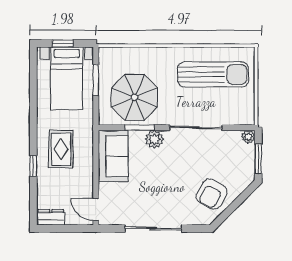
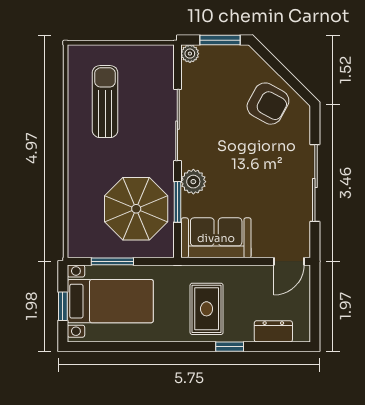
sun lounger: (213, 75) -> (105, 102), width x0.73, depth x0.75
rug: (61, 149) -> (207, 309), turned 90
dresser: (51, 217) -> (273, 331), moved, turned 90

